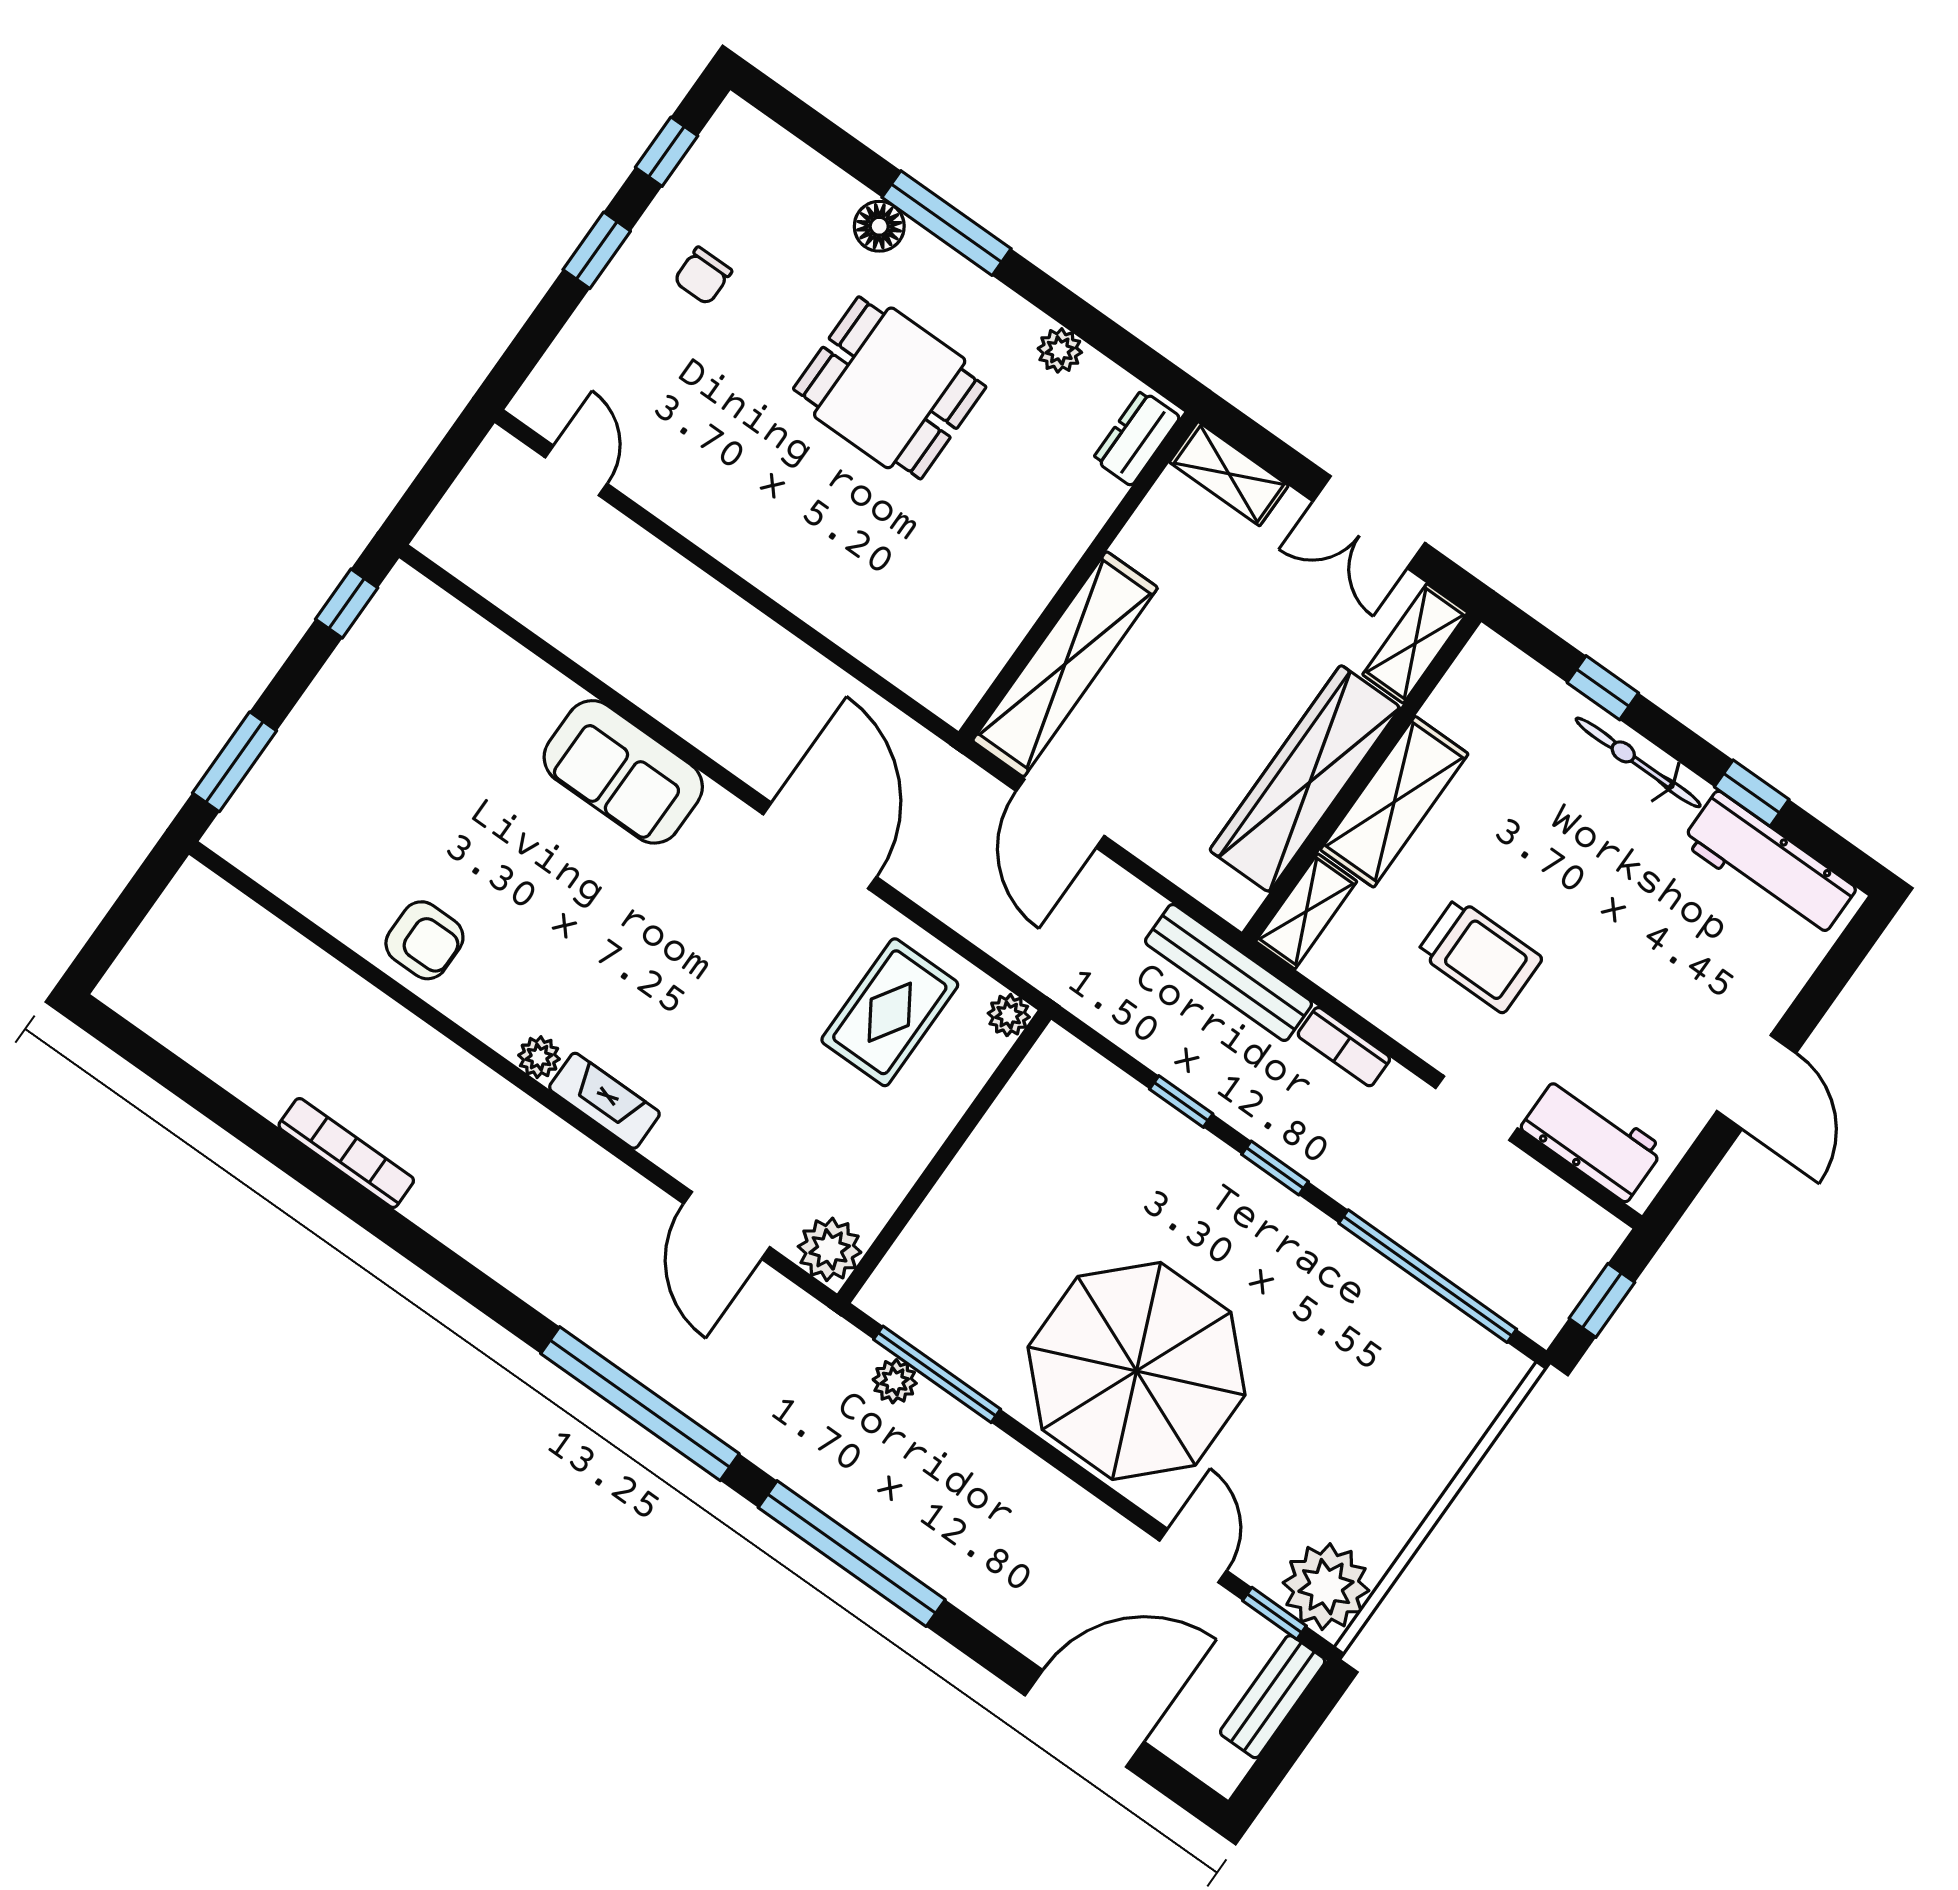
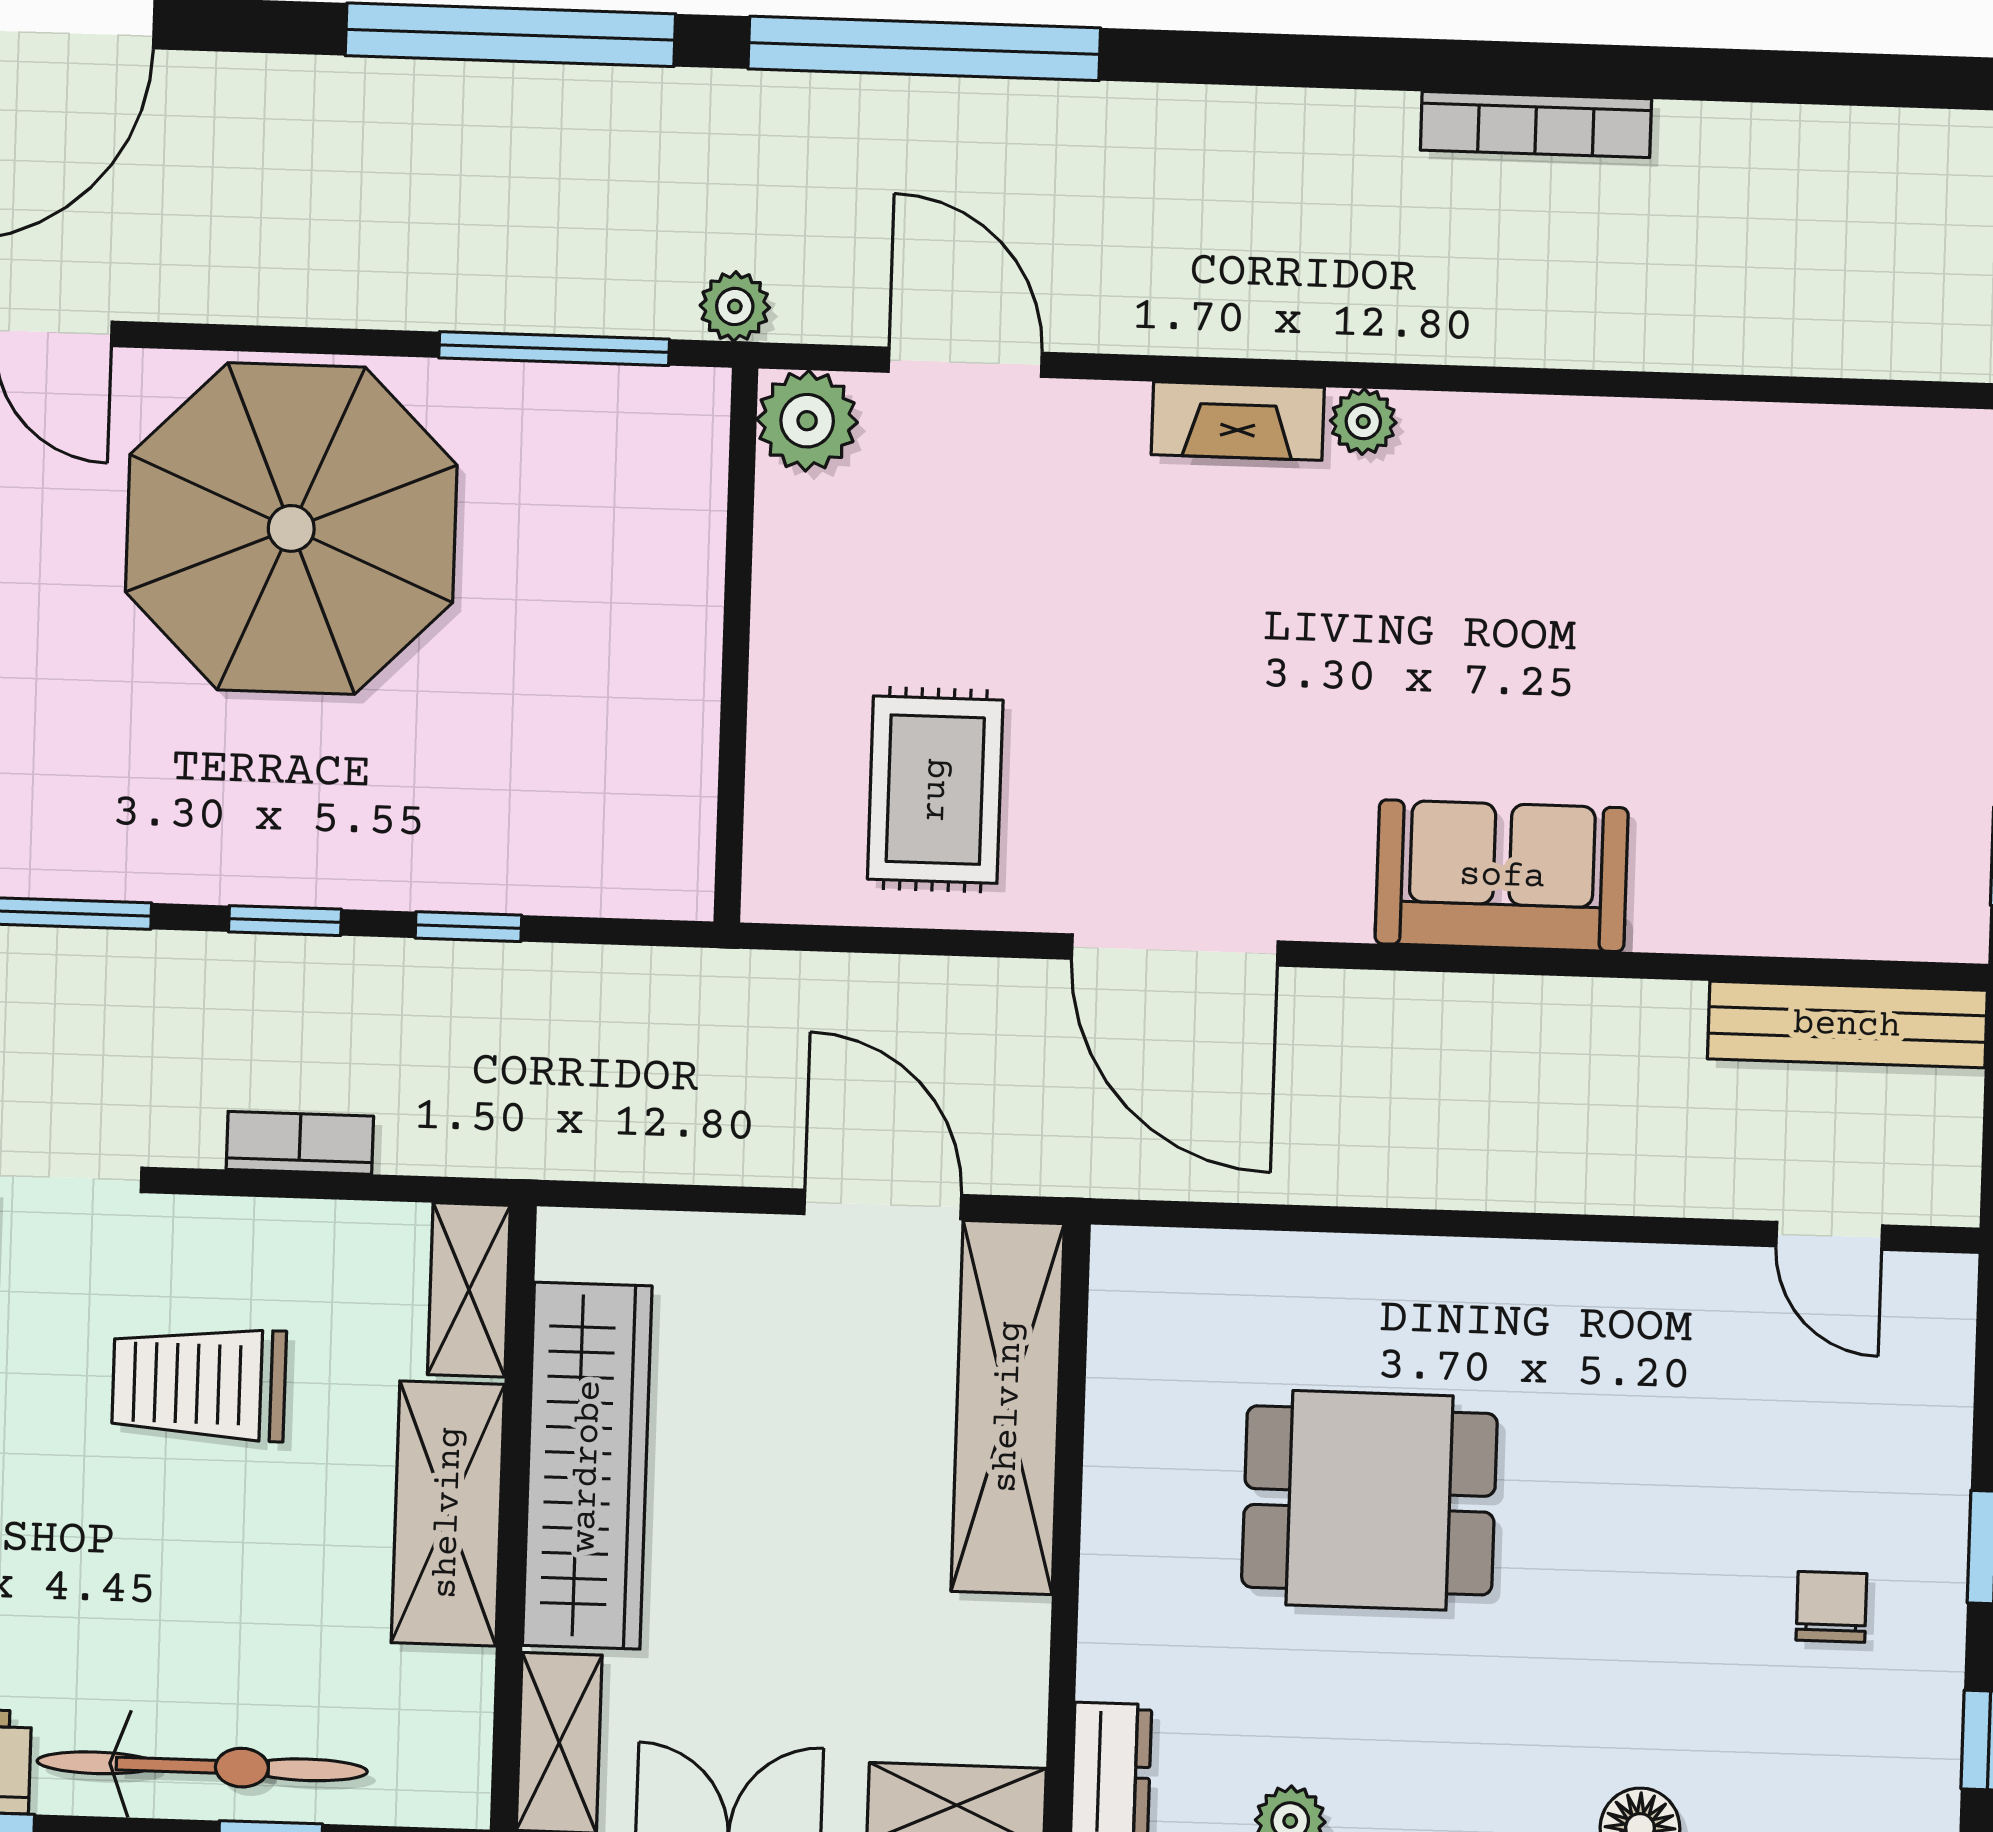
dining table: (890, 388) -> (1369, 1500), moved
bicycle: (1638, 762) -> (202, 1766), width x1.37, depth x1.40
armchair: (424, 940) -> (1619, 477), removed
bench: (1229, 973) -> (1847, 1025), moved
plant: (1009, 1015) -> (774, 890), removed
plant: (895, 1381) -> (735, 306), moved

